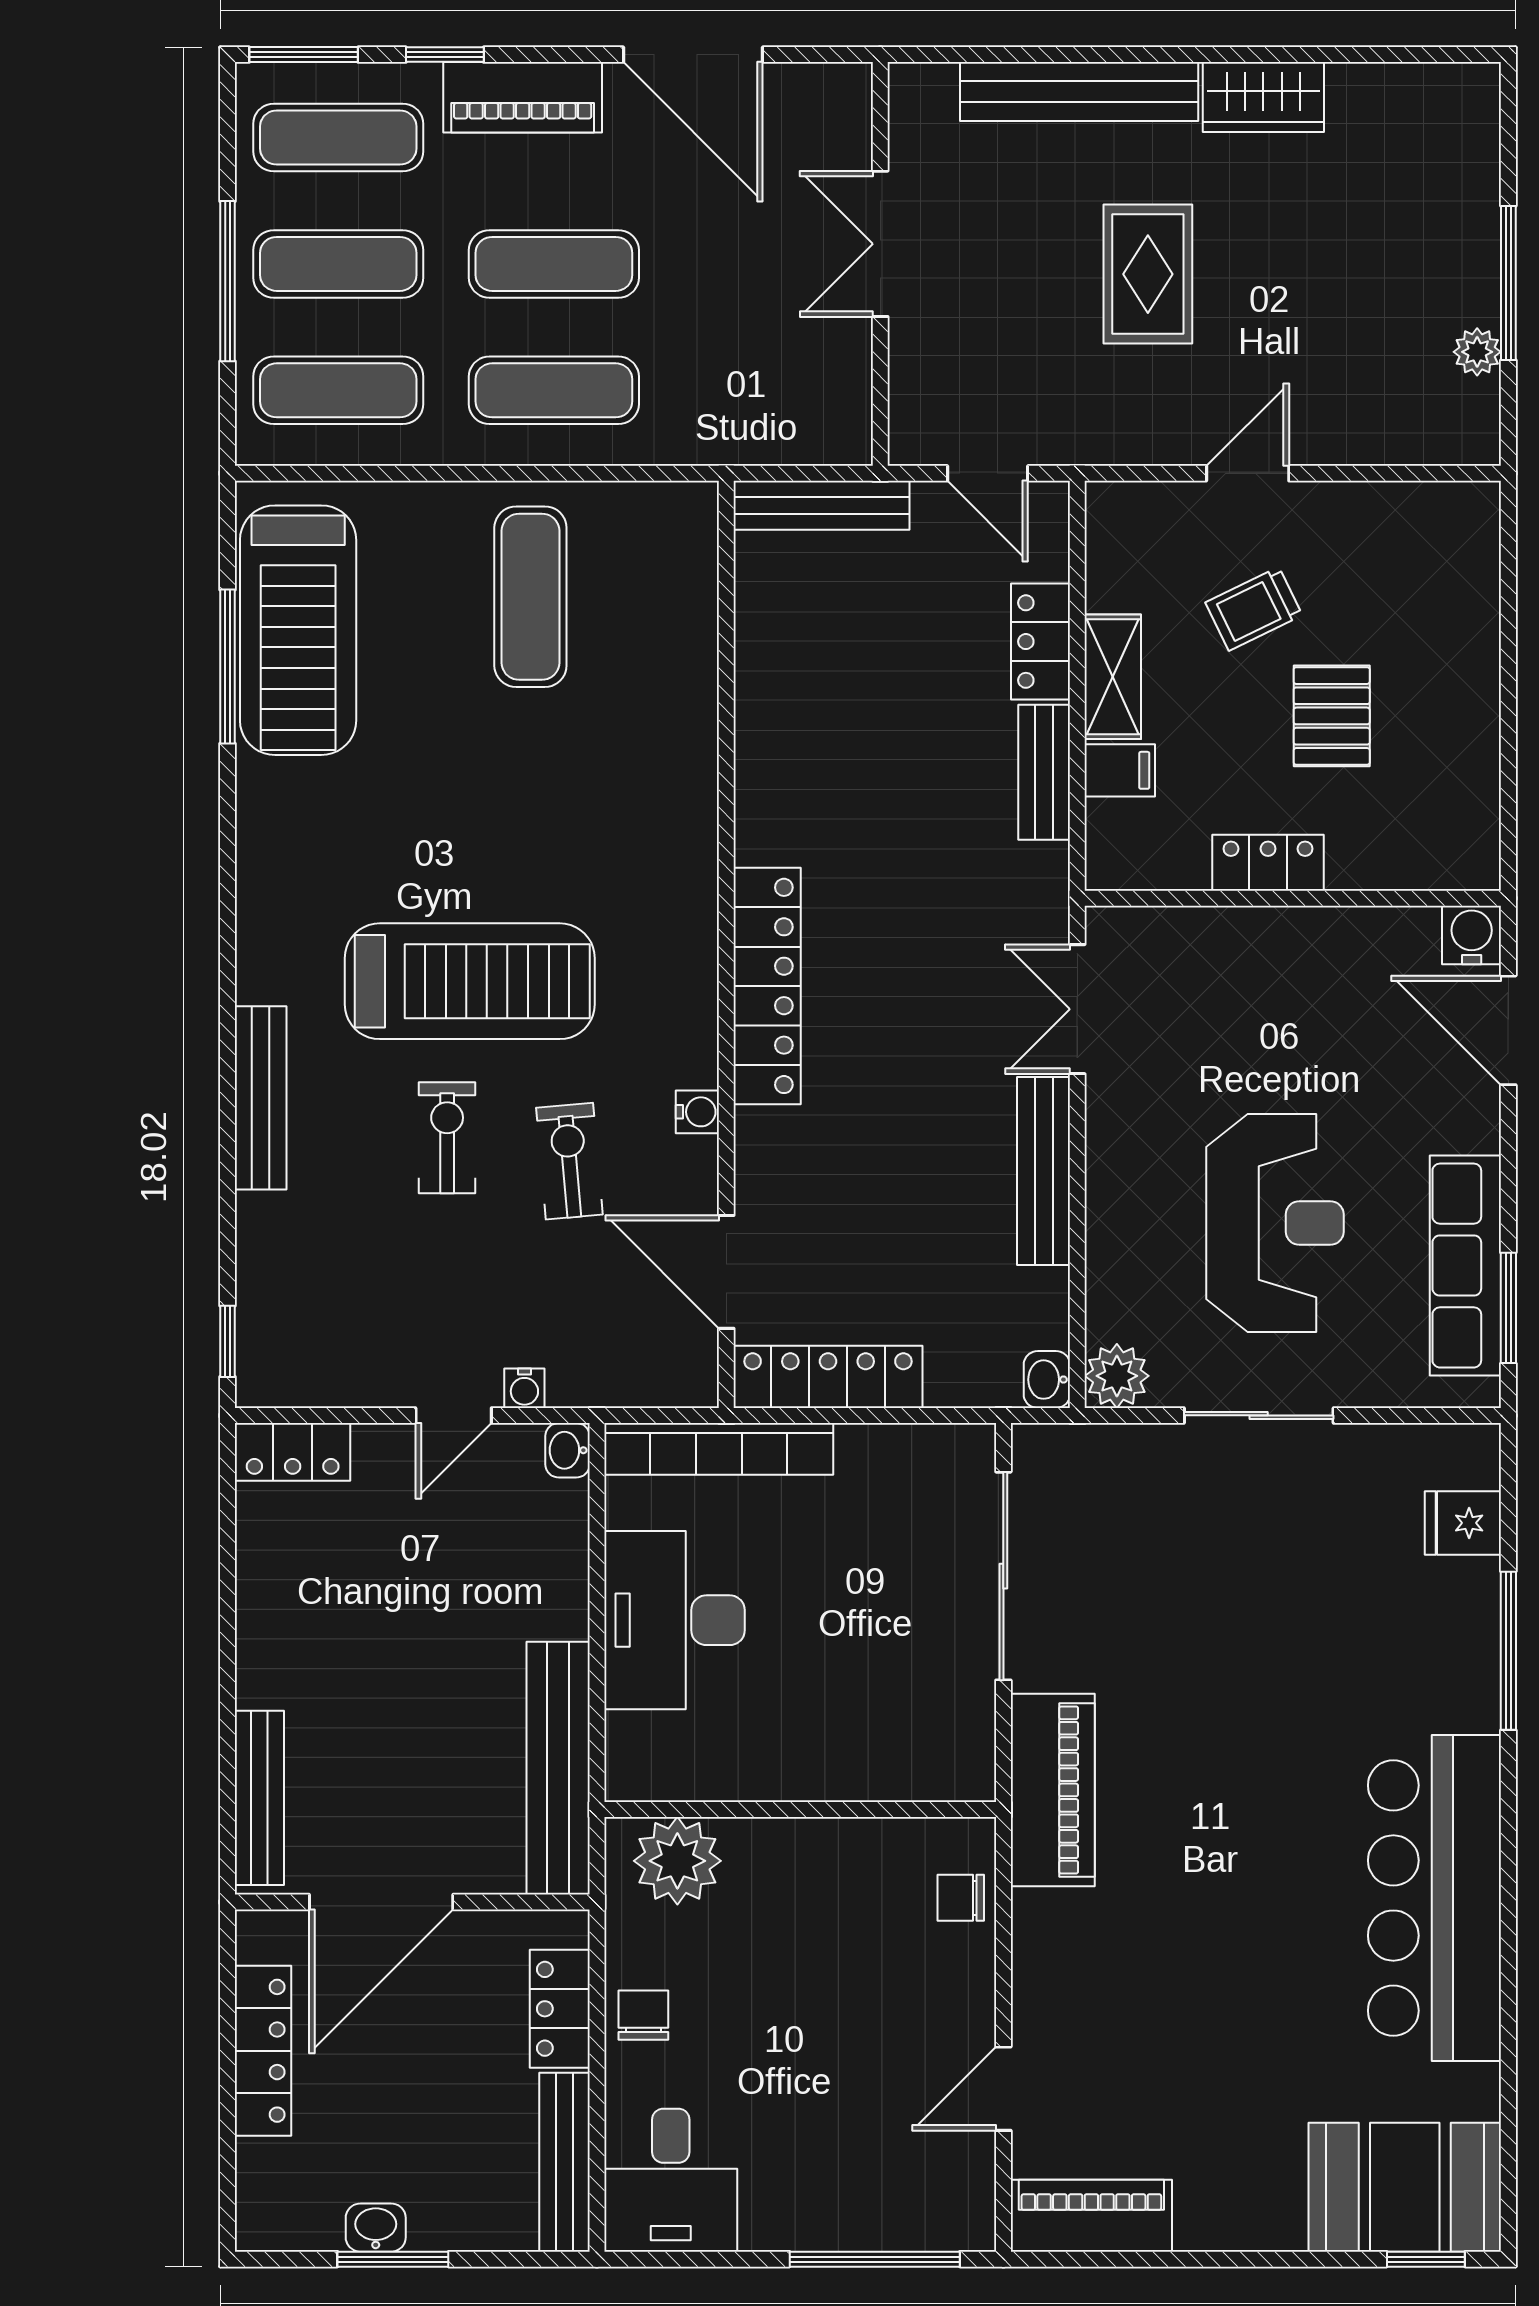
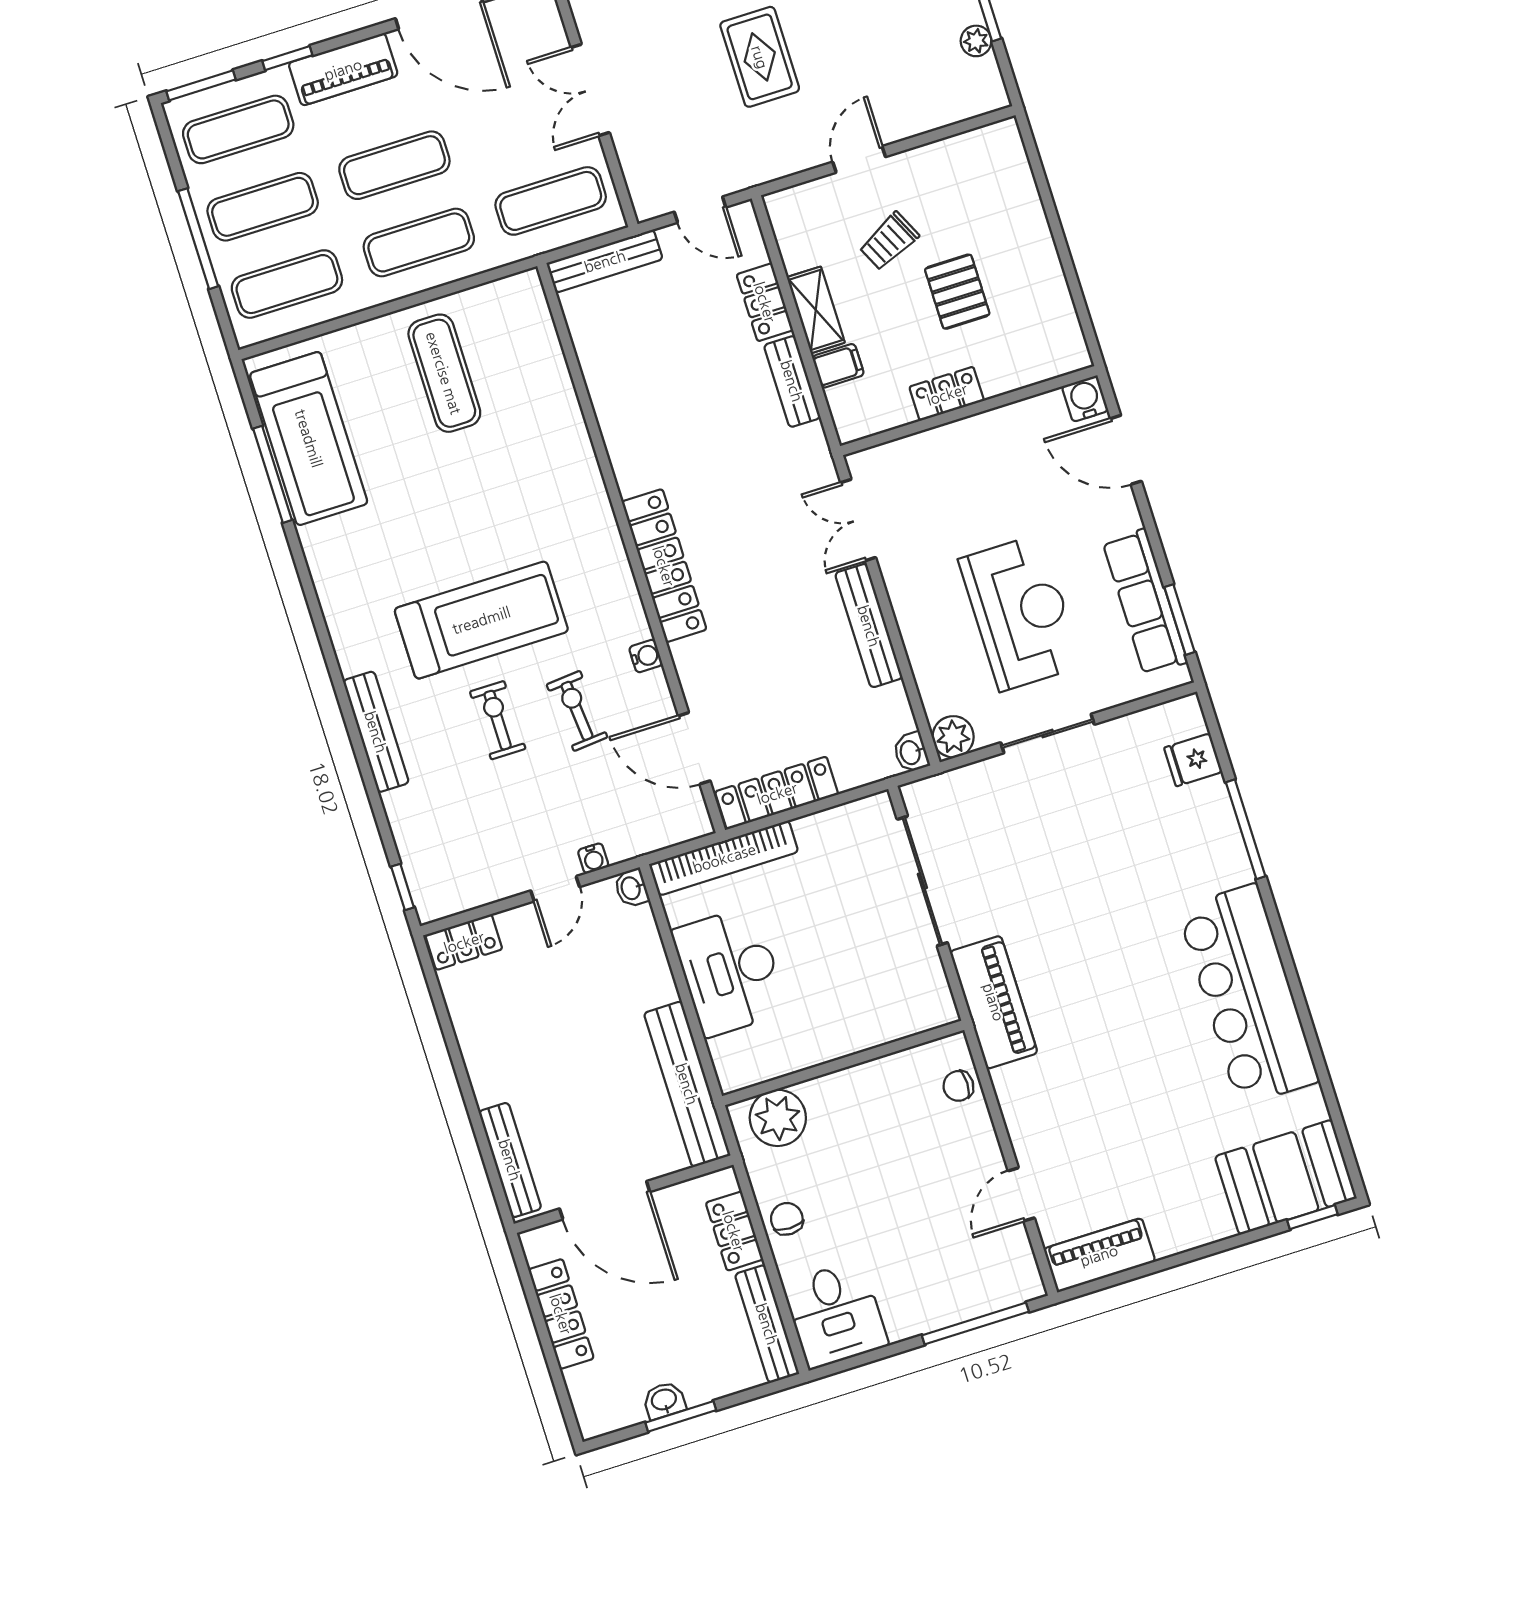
exercise mat: (769, 390) -> (551, 201), added
door: (381, 1902) -> (605, 1200), hinge flipped

